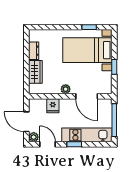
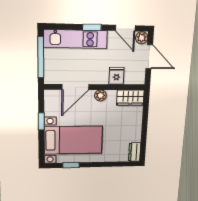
dresser: (34, 51) -> (135, 152), moved
wardrobe: (35, 72) -> (130, 98), moved, turned -90
door: (87, 96) -> (75, 87), swing flipped

